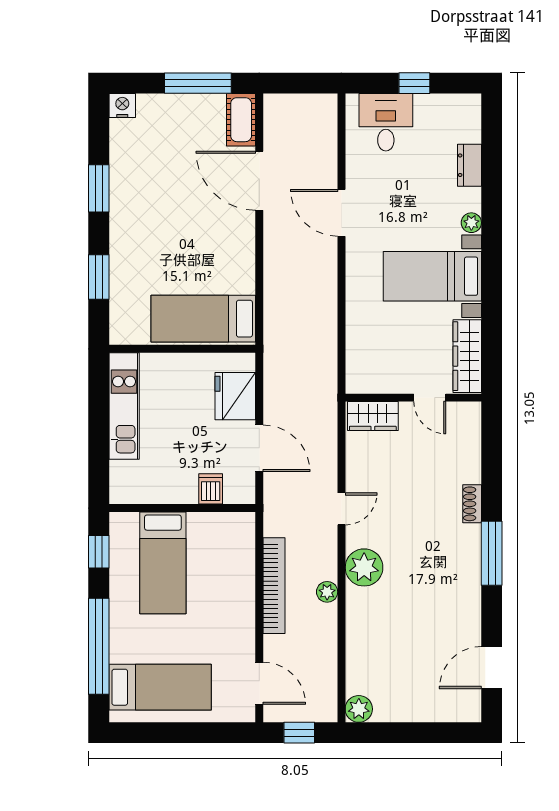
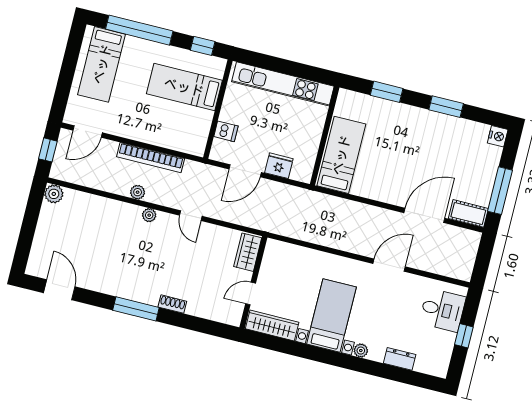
fridge: (235, 396) -> (279, 166), width x0.73, depth x0.75
kitchen unit: (124, 406) -> (283, 84), width x1.36
plant: (364, 567) -> (149, 215), width x0.53, depth x0.53

